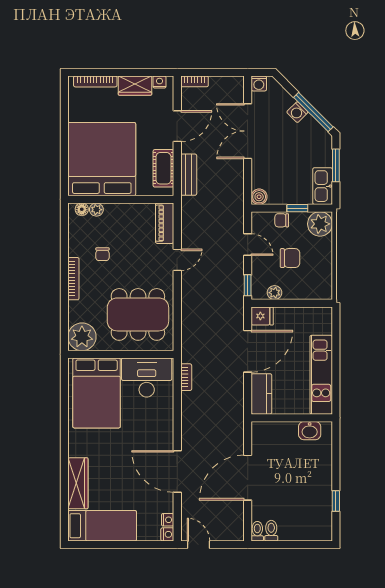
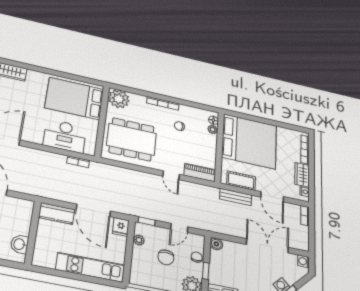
dining table: (138, 314) -> (132, 139), turned 90
kitchen unit: (321, 375) -> (90, 267), moved
desk: (147, 378) -> (65, 136), moved, turned 90

